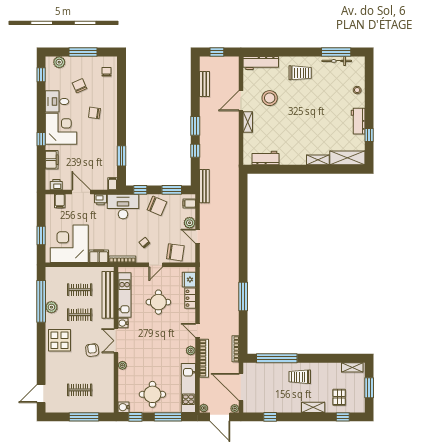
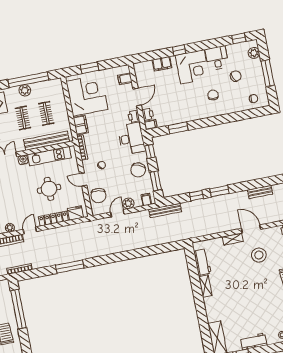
shelving: (318, 160) -> (205, 286), moved
printer: (56, 185) -> (148, 114), moved
locker: (190, 298) -> (53, 219), width x1.53

